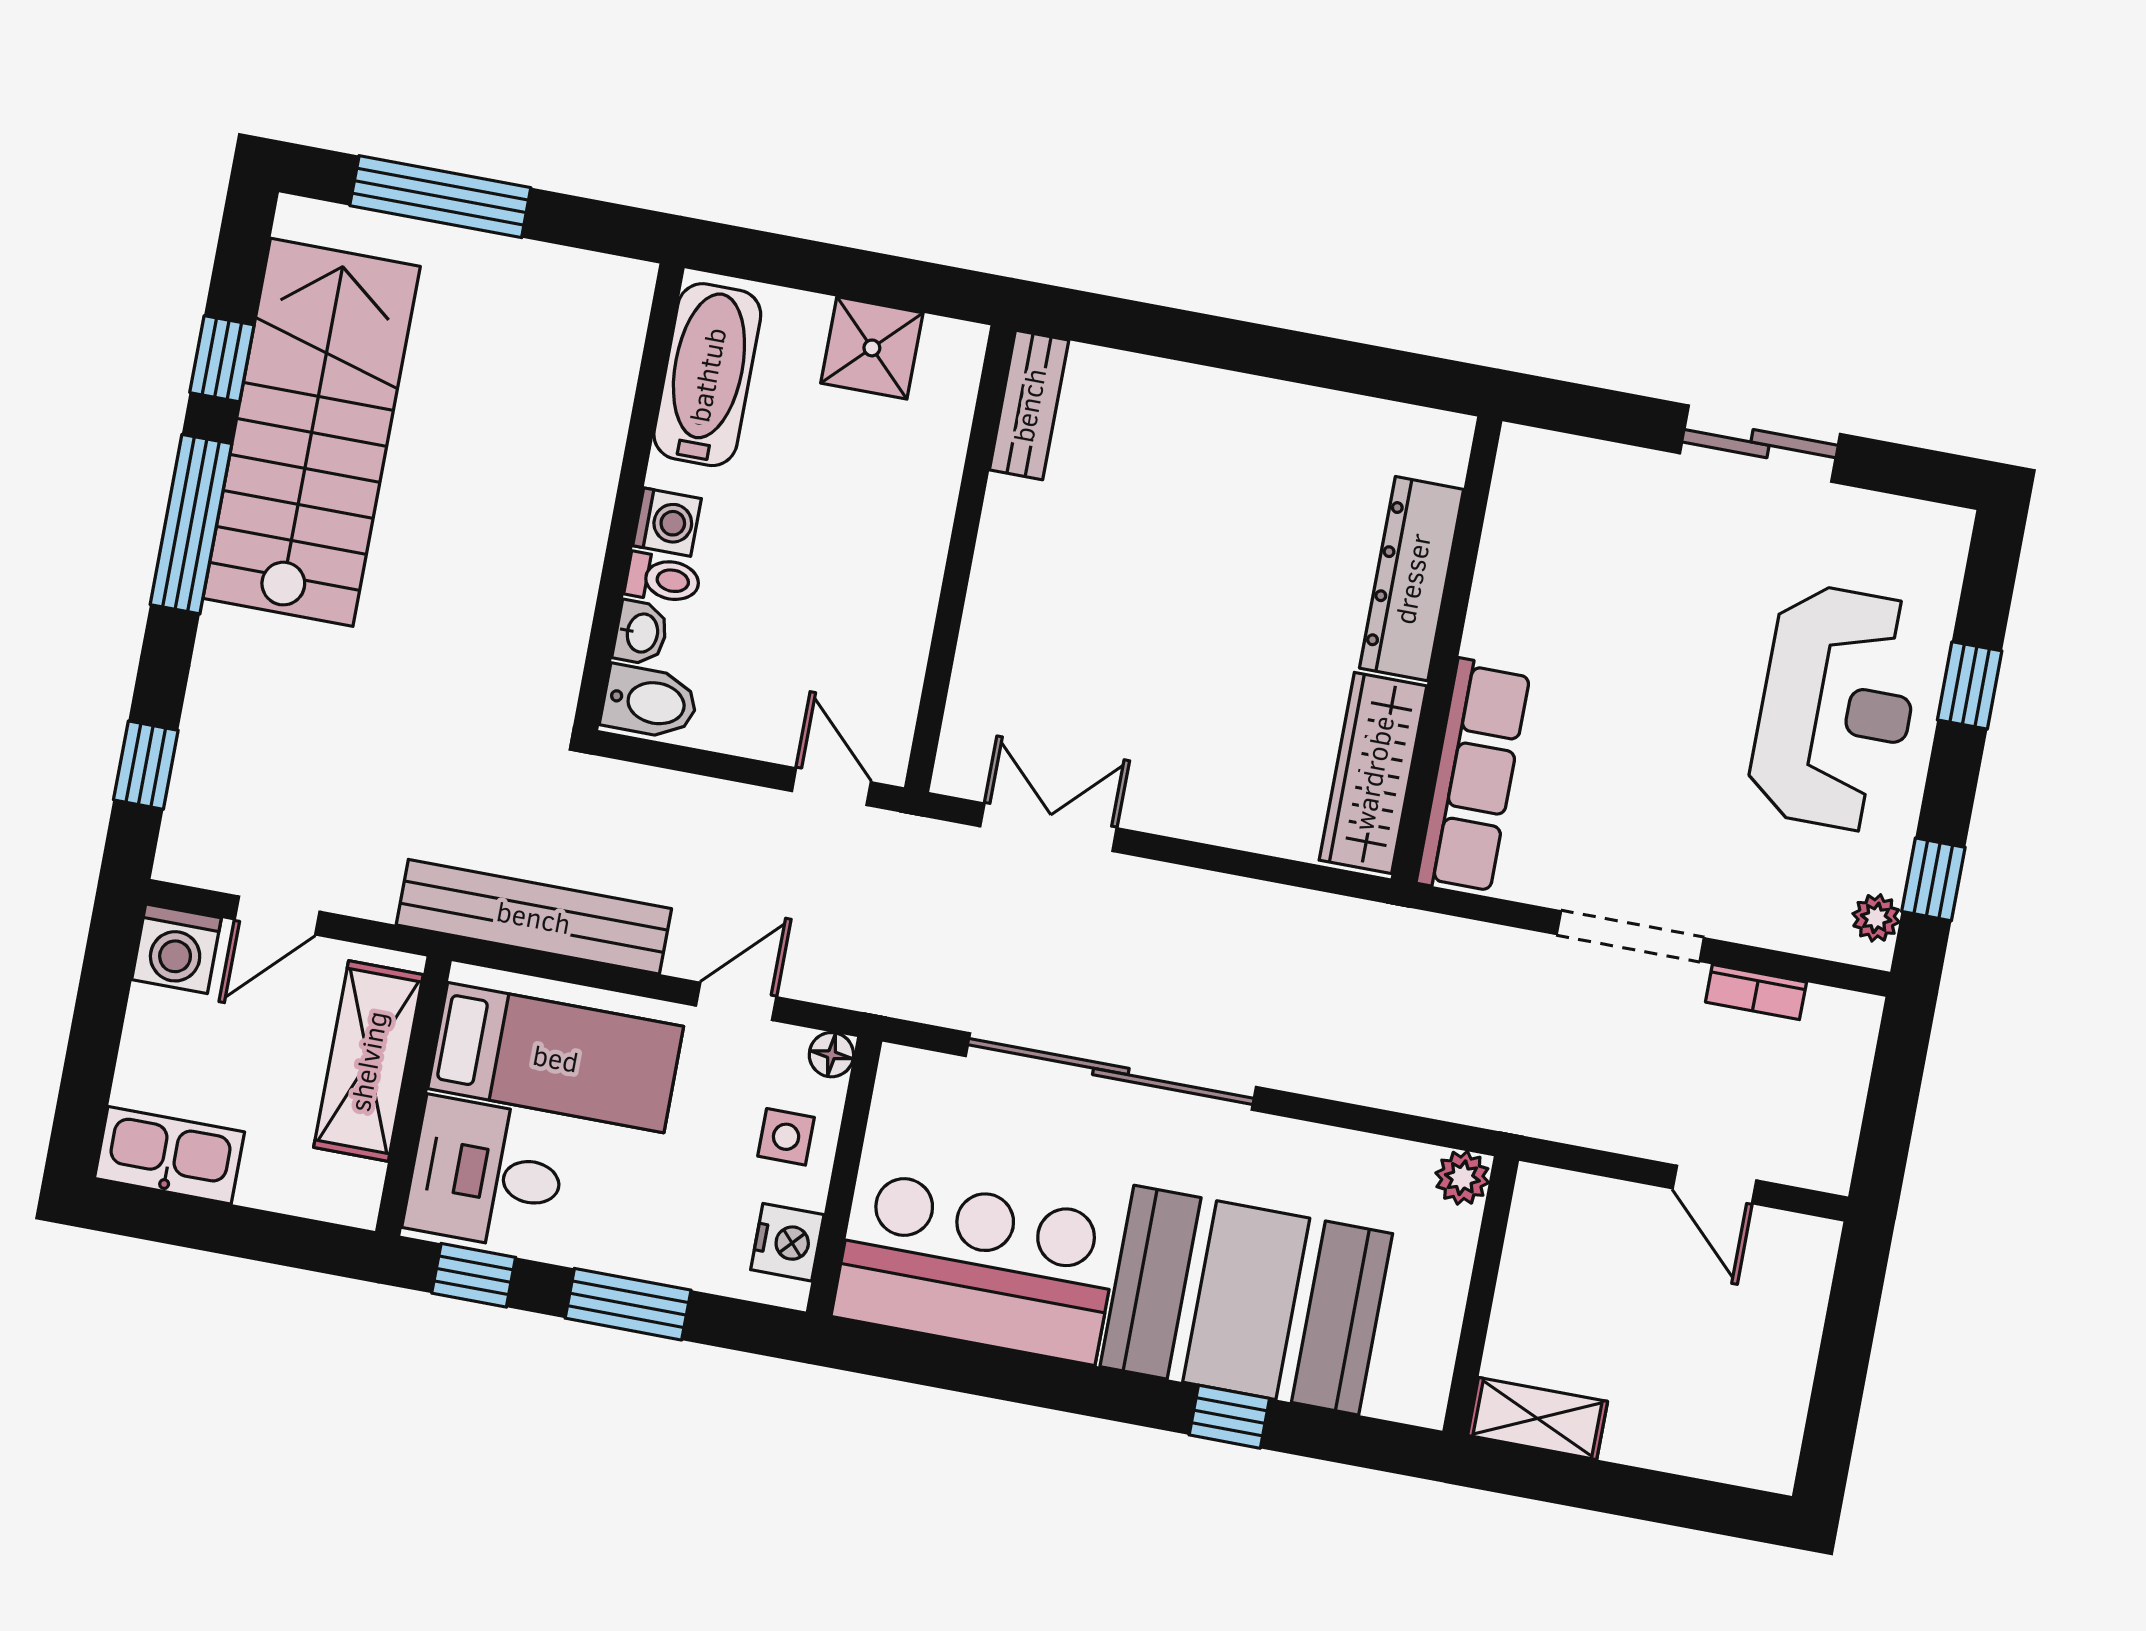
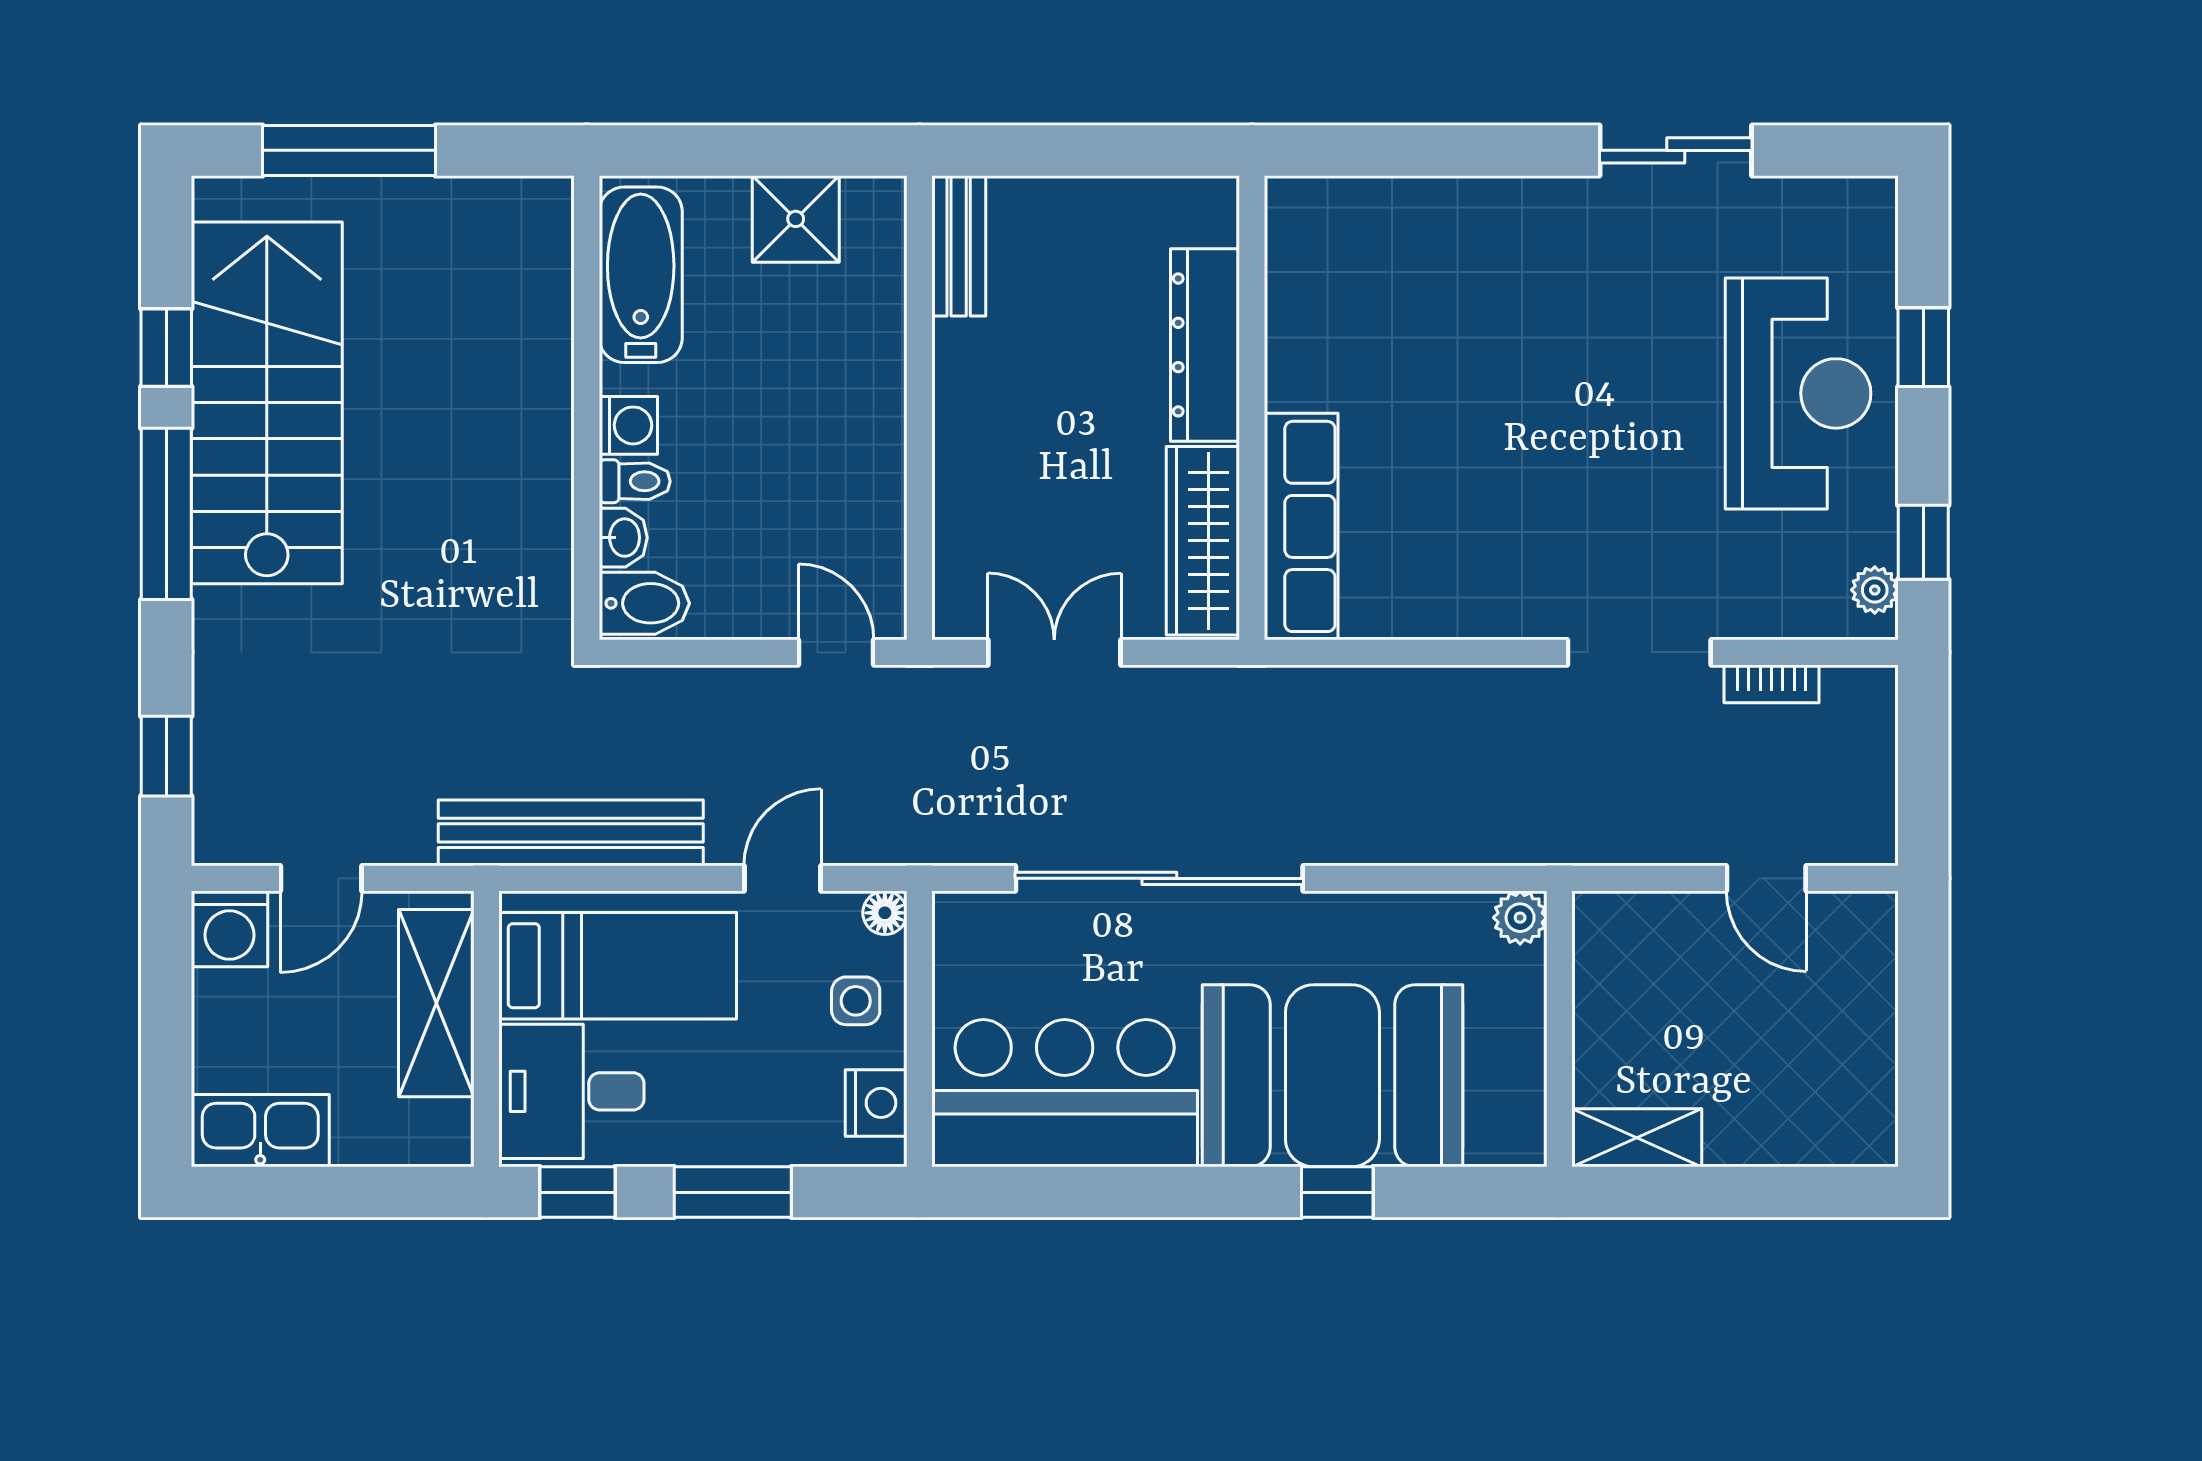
dresser: (1412, 579) -> (1205, 345), moved
wall: (1447, 650) -> (1252, 408), moved
wardrobe: (1373, 773) -> (1203, 541), moved
row of seats: (1473, 777) -> (1301, 526), moved

